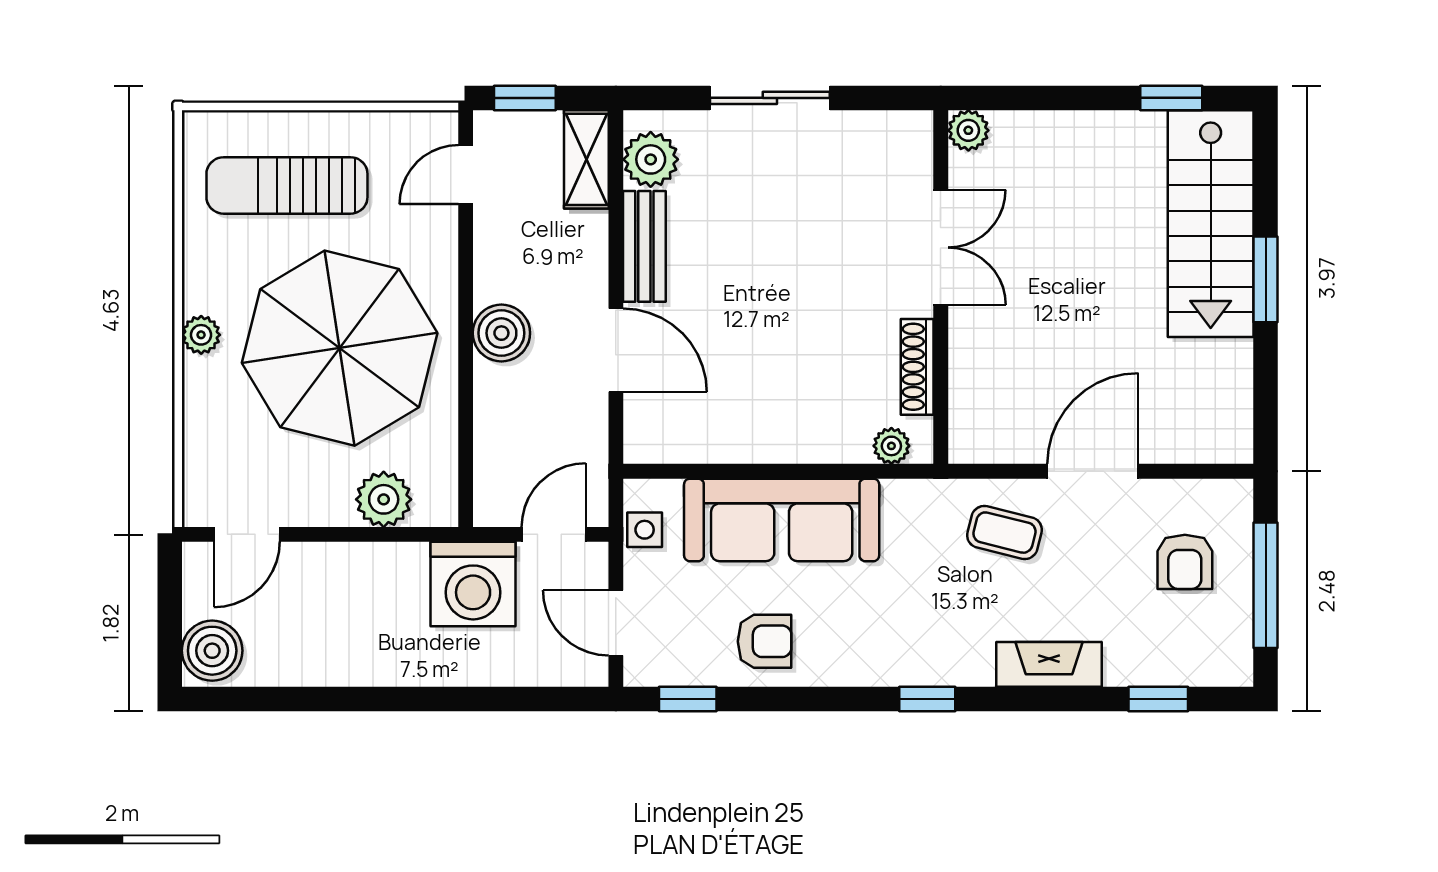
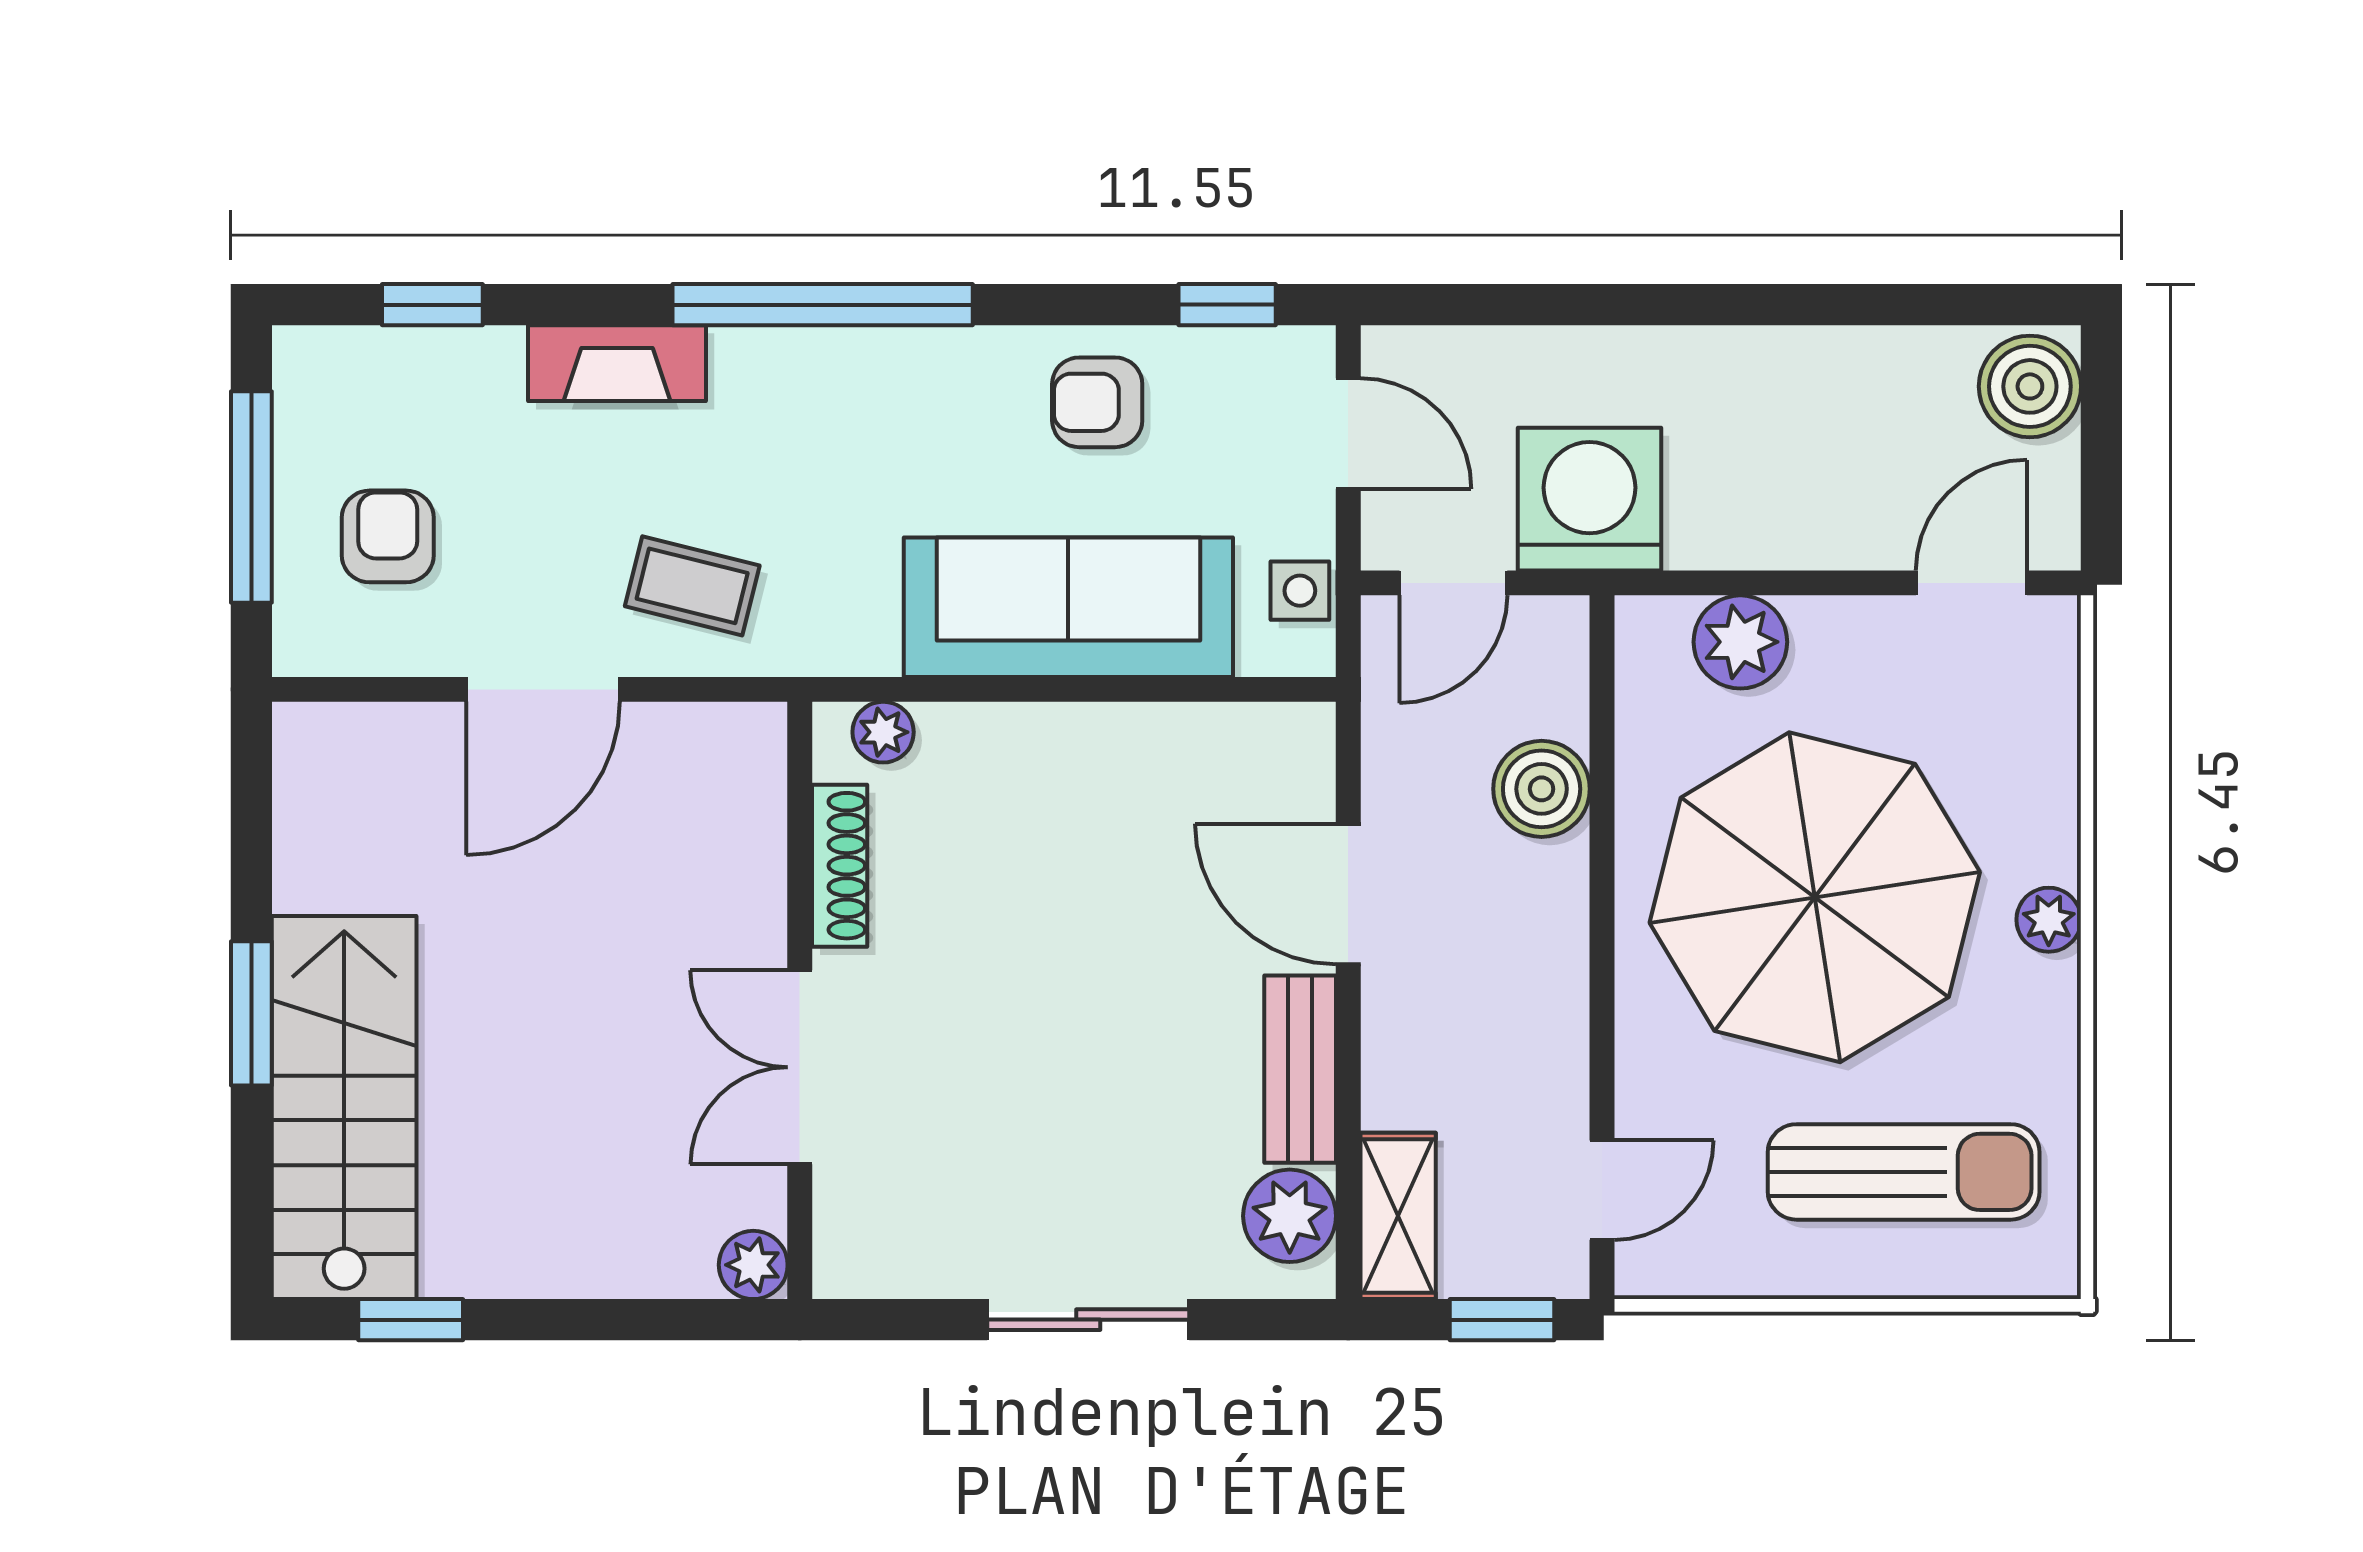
boiler: (501, 333) -> (1542, 789), moved
window: (927, 699) -> (823, 305), width x3.17

